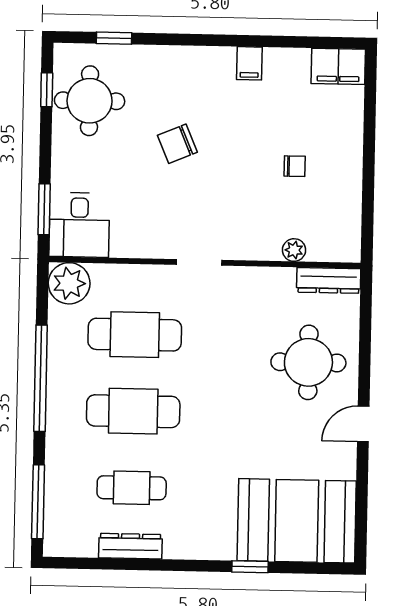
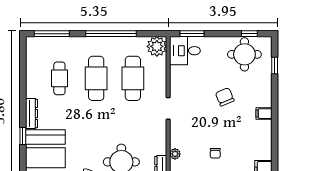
filing cabinet: (249, 63) -> (264, 114), moved
dresser: (130, 546) -> (32, 114), moved

